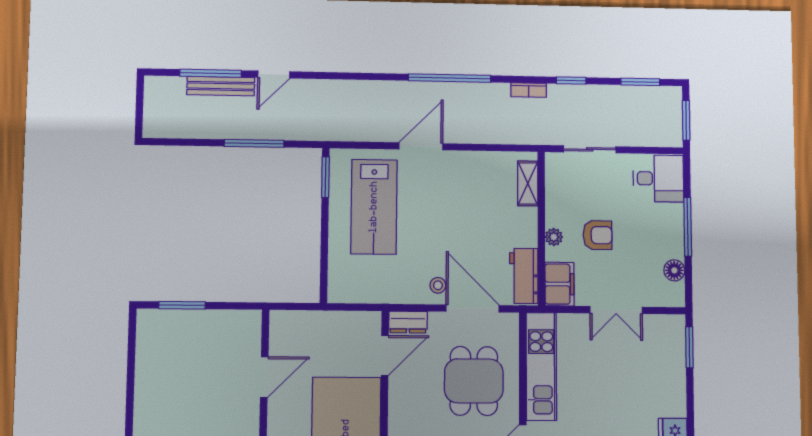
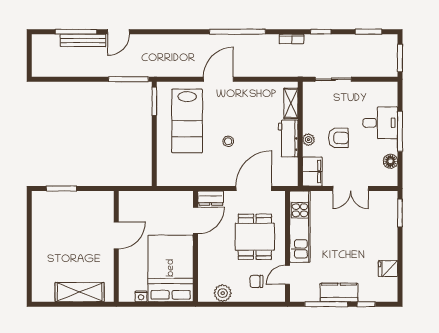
window: (254, 143) -> (129, 79), moved
desk: (658, 178) -> (380, 123), moved
workbench: (524, 276) -> (288, 138), moved
stool: (438, 285) -> (228, 141), moved
door: (473, 308) -> (254, 189), hinge flipped

